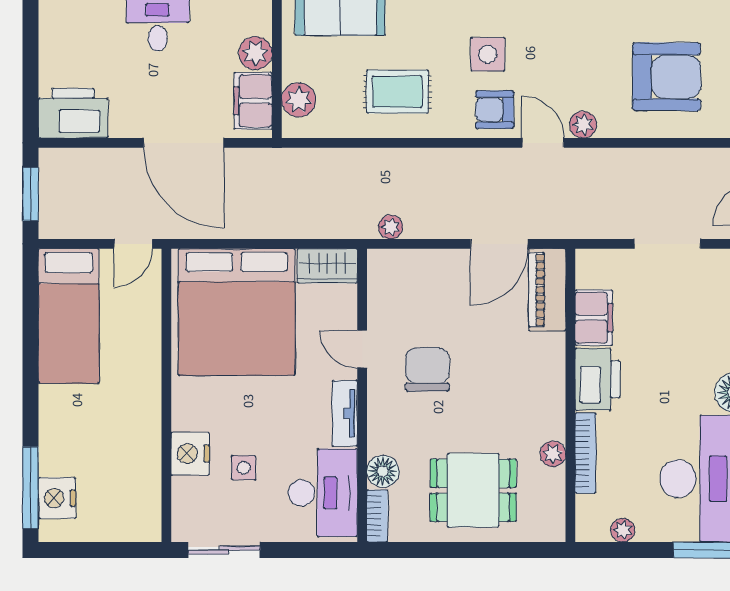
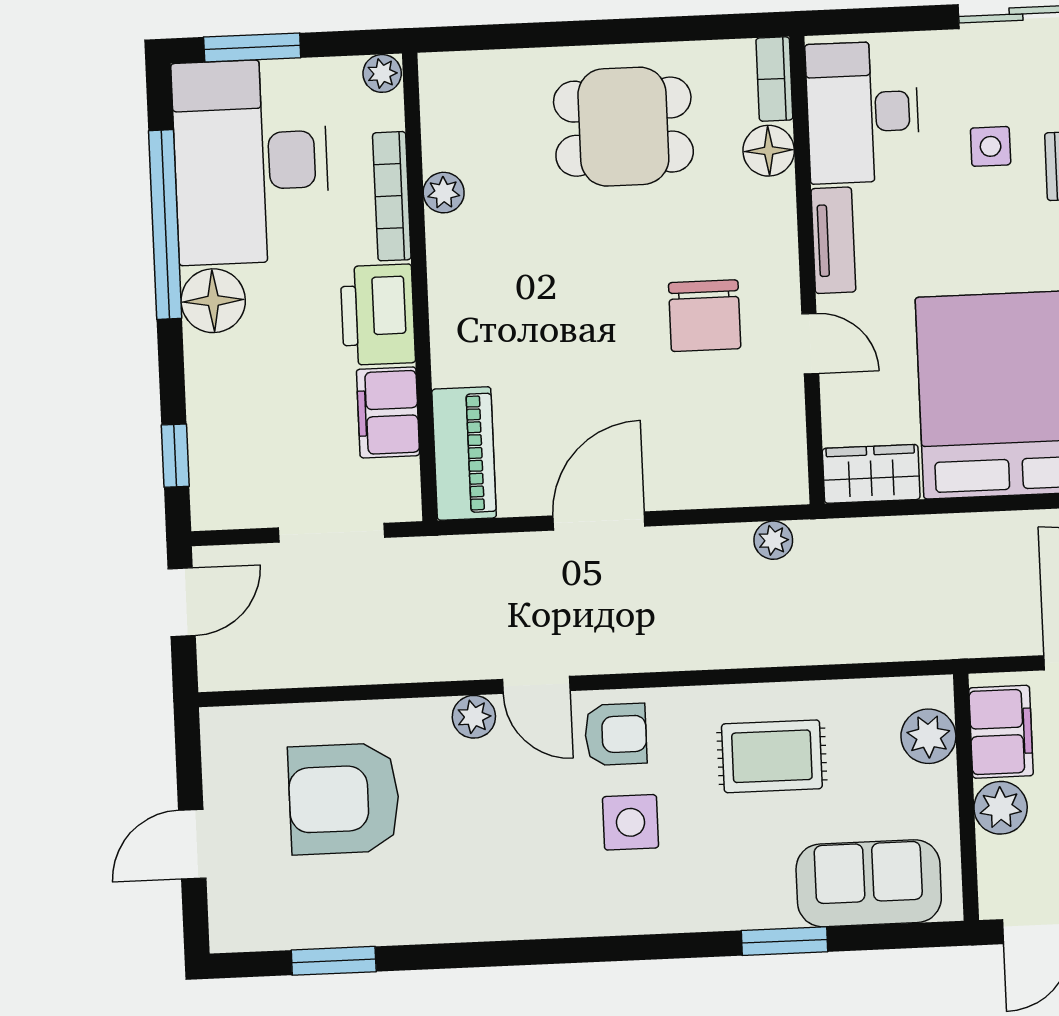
piano: (547, 290) -> (464, 453), moved
filing cabinet: (594, 318) -> (388, 412), moved
printer: (597, 379) -> (378, 315), moved
wall: (570, 395) -> (420, 287), moved
bookcase: (585, 453) -> (392, 196), moved
plant: (553, 454) -> (444, 193), moved

